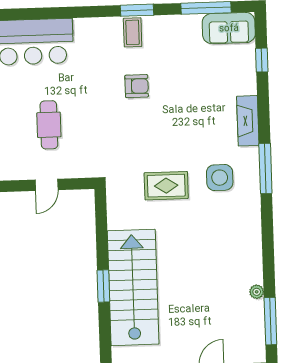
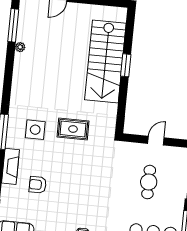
armchair: (137, 86) -> (38, 185), moved

